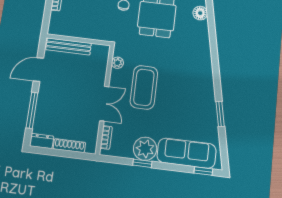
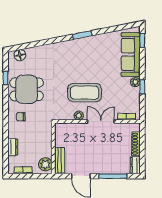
plant: (60, 28) -> (45, 164), added
bench: (69, 46) -> (60, 160), width x0.73
plant: (117, 63) -> (79, 116), moved
window: (220, 114) -> (82, 35), moved
plant: (145, 149) -> (135, 82), width x0.53, depth x0.53

